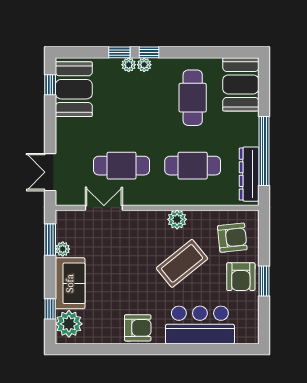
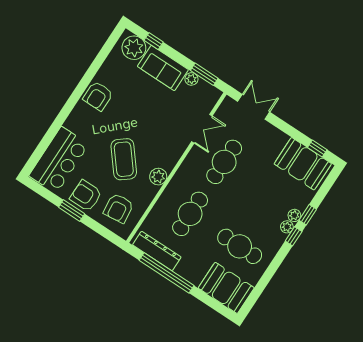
bar counter: (200, 325) -> (59, 160), moved

